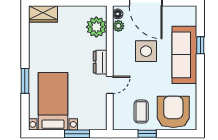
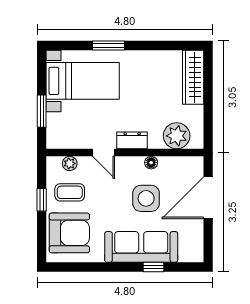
wardrobe: (43, 14) -> (193, 77), width x1.50
floor lamp: (118, 14) -> (151, 163), moved
plant: (118, 26) -> (70, 163), moved

